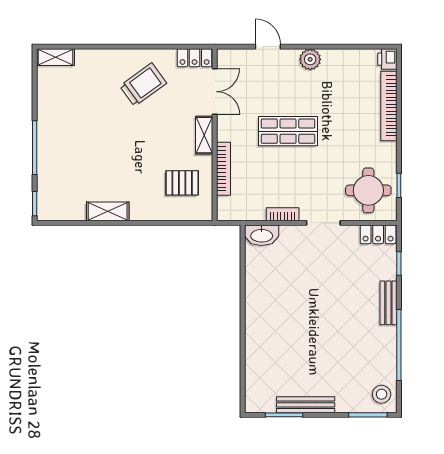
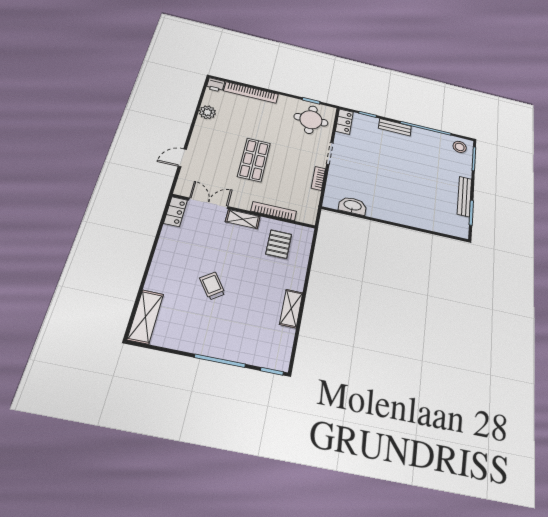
shelving: (55, 57) -> (145, 317), width x1.50, depth x1.33
plant: (310, 59) -> (207, 112), moved
trolley: (143, 85) -> (212, 286), moved, width x0.73, depth x0.72
washbasin: (262, 235) -> (353, 206), moved, turned -90

